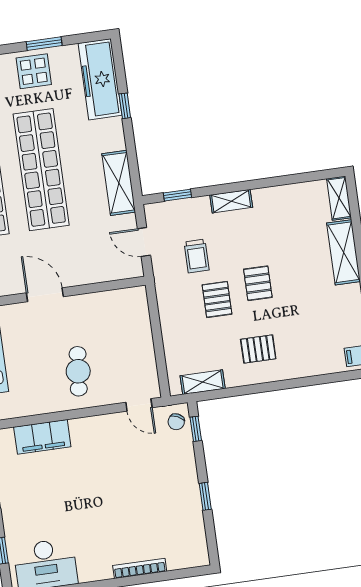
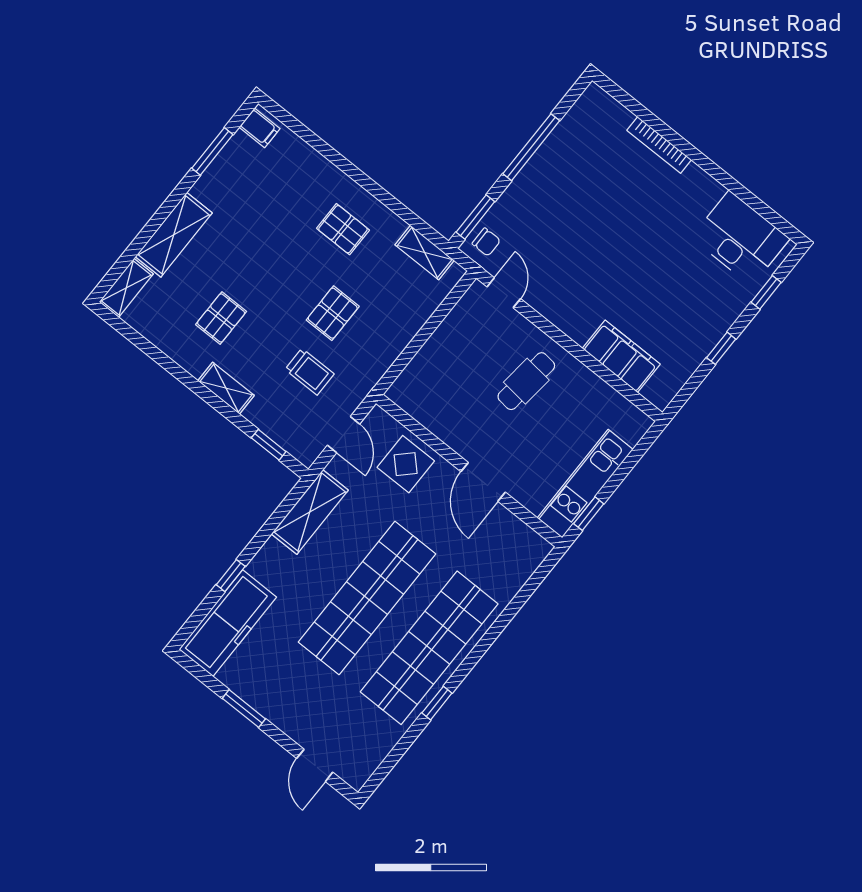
display table: (34, 71) -> (406, 464), moved
trolley: (197, 256) -> (310, 372), turned 90
pallet: (258, 283) -> (221, 318), moved
chair: (176, 422) -> (486, 242), turned 64
window: (196, 429) -> (475, 217), width x1.50
window: (205, 496) -> (531, 147), width x2.17

